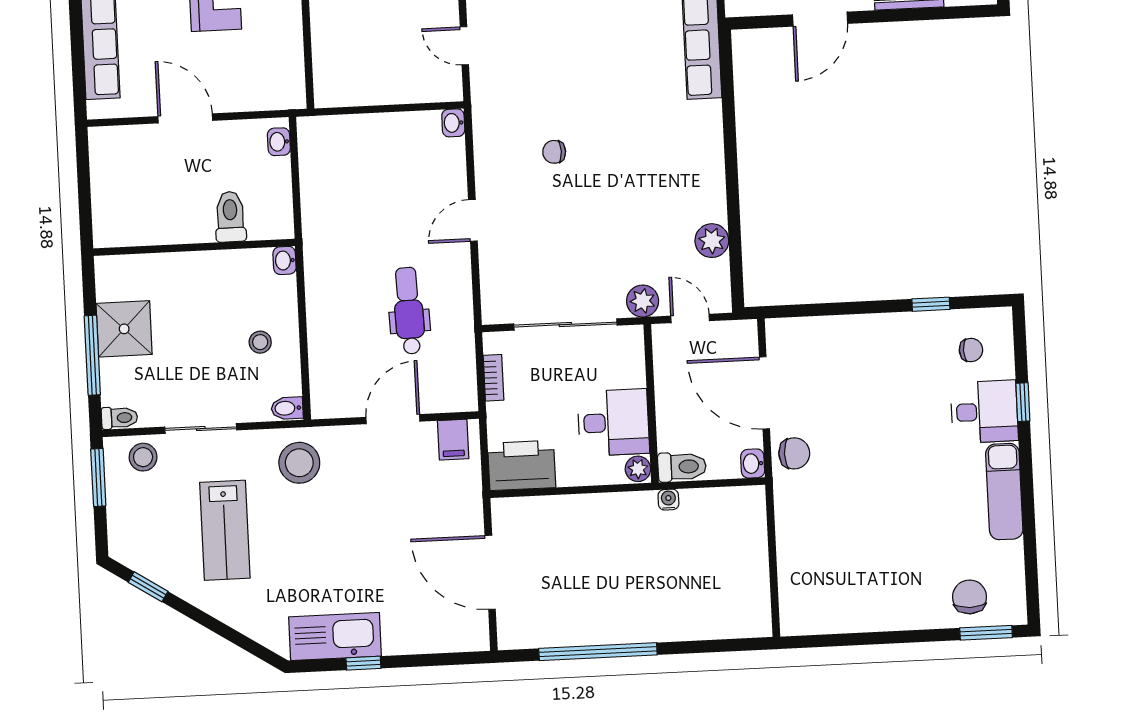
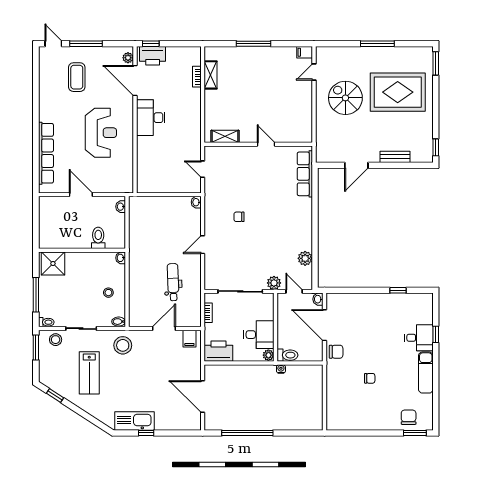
shower: (124, 329) -> (53, 263), moved
chair: (971, 350) -> (370, 378), moved
washbasin: (753, 464) -> (318, 299), moved

